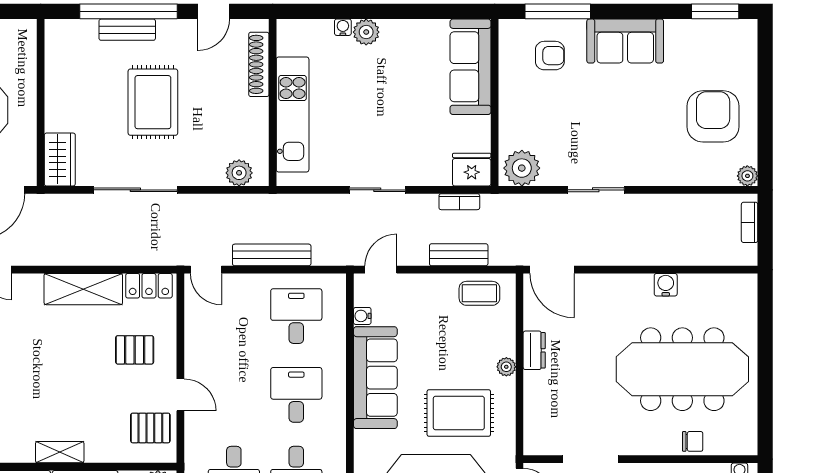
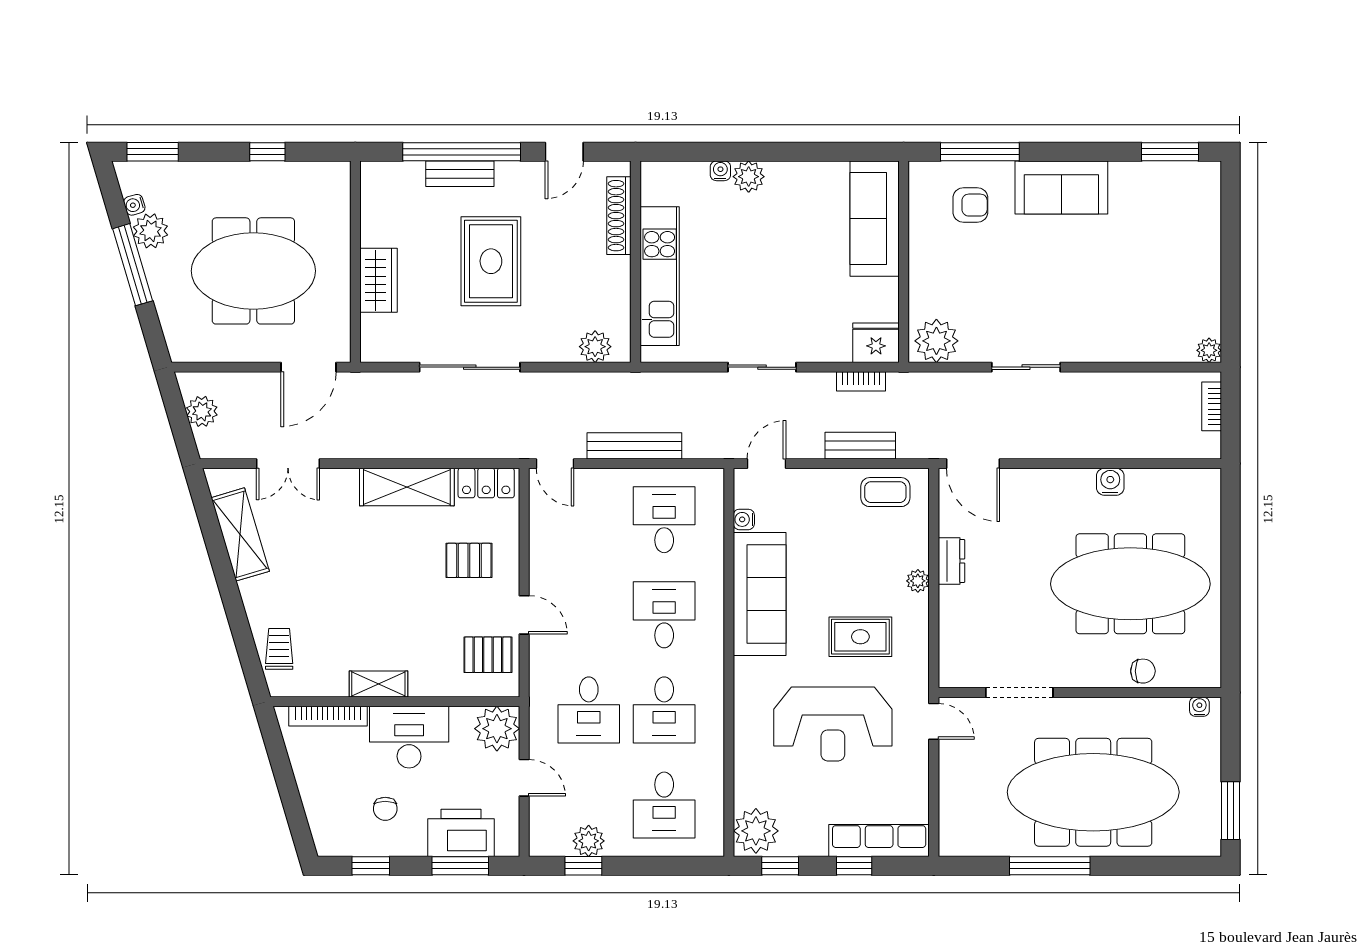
armchair: (713, 116) -> (1167, 278), removed
wardrobe: (60, 159) -> (378, 280), moved
rug: (459, 413) -> (860, 637), width x0.73, depth x0.70

